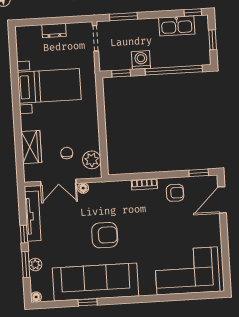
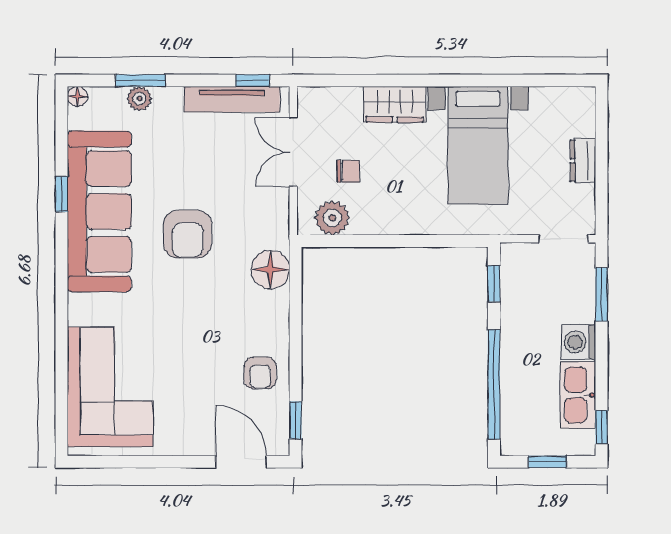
washing machine: (141, 60) -> (579, 342), moved, turned 180
wardrobe: (31, 147) -> (395, 104), moved
bookcase: (144, 184) -> (280, 316), removed
floor lamp: (83, 188) -> (270, 270), moved, width x1.89, depth x1.89
window: (24, 234) -> (253, 80), moved

